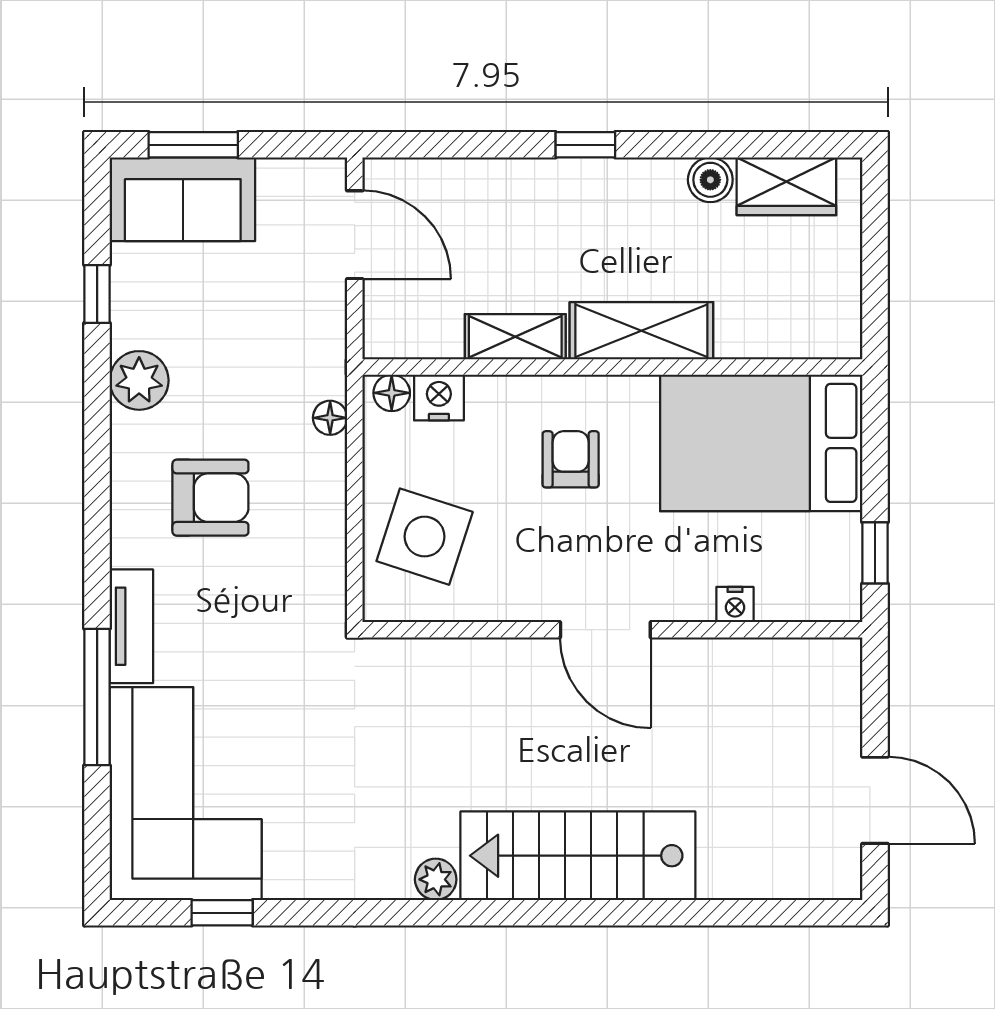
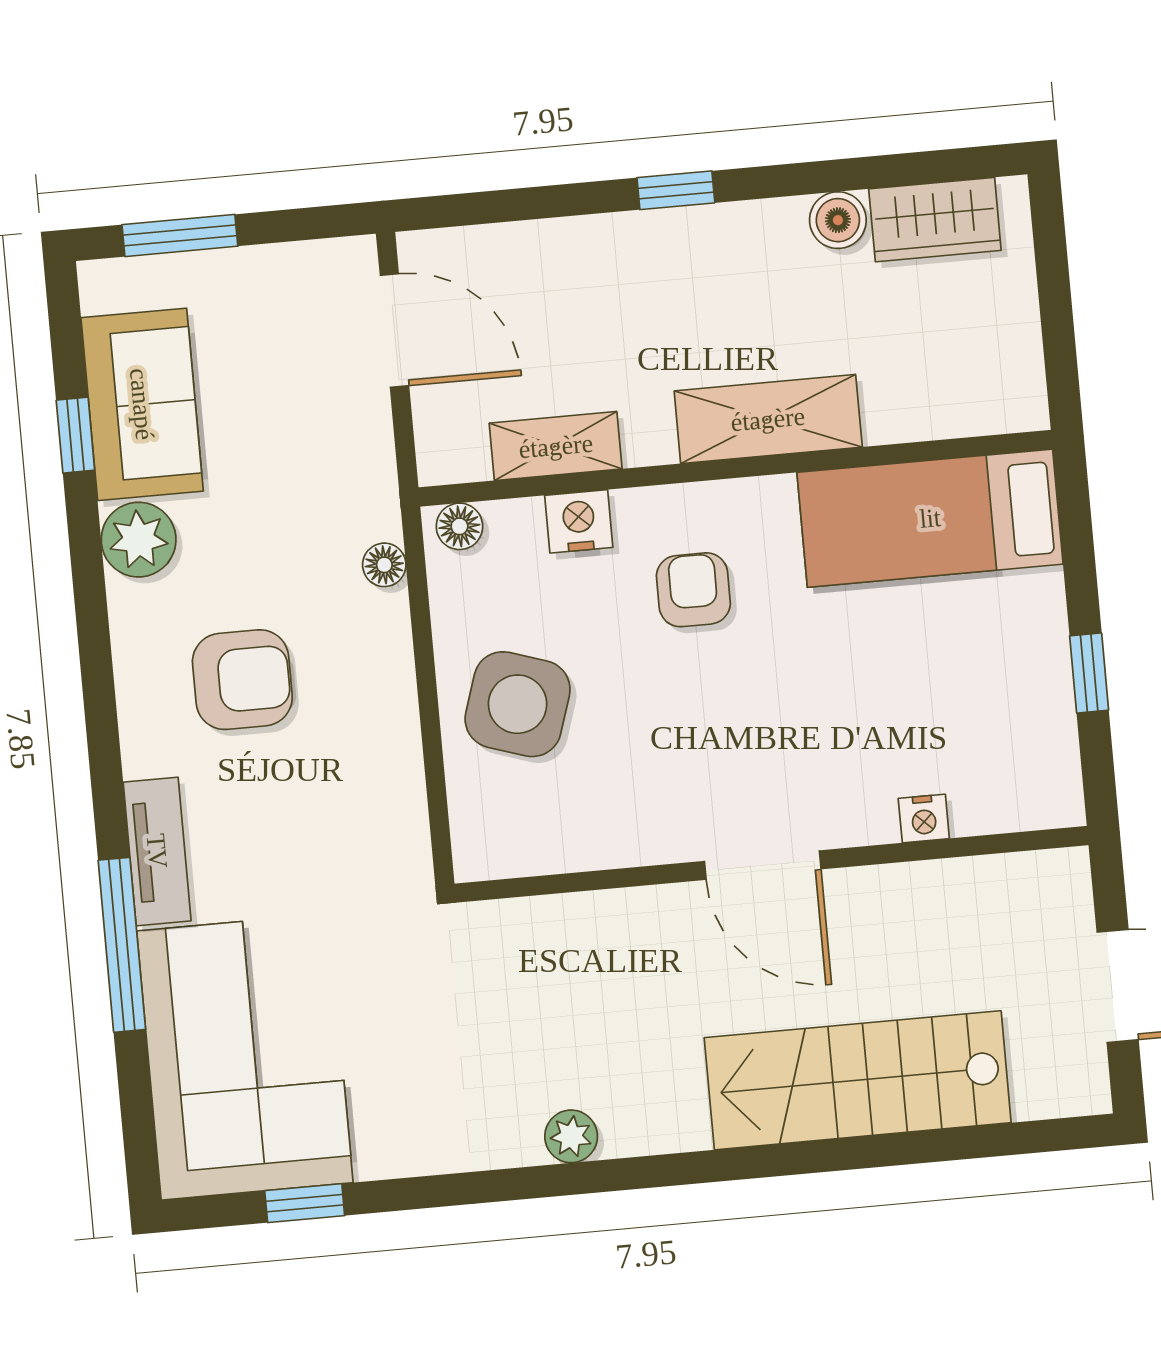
sofa: (183, 199) -> (142, 404), moved, turned -90
shelving: (515, 337) -> (556, 446), moved
nightstand: (439, 398) -> (579, 521), moved
bed: (761, 443) -> (930, 518), width x0.67
nightstand: (735, 605) -> (924, 818), moved
door: (605, 630) -> (763, 865), moved
wall: (612, 630) -> (772, 864), moved
stairs: (578, 856) -> (858, 1080), moved

